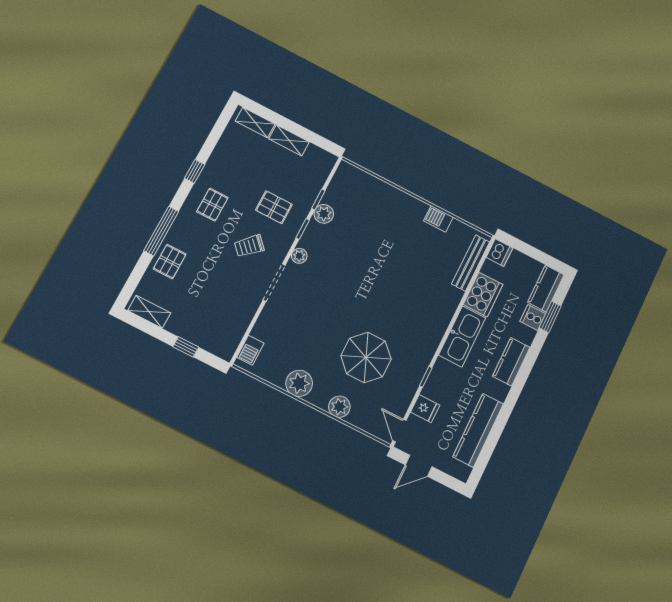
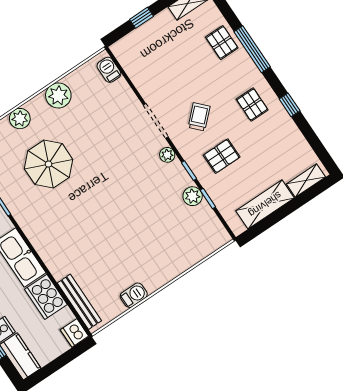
shelving: (289, 140) -> (265, 204), width x1.50, depth x1.33

